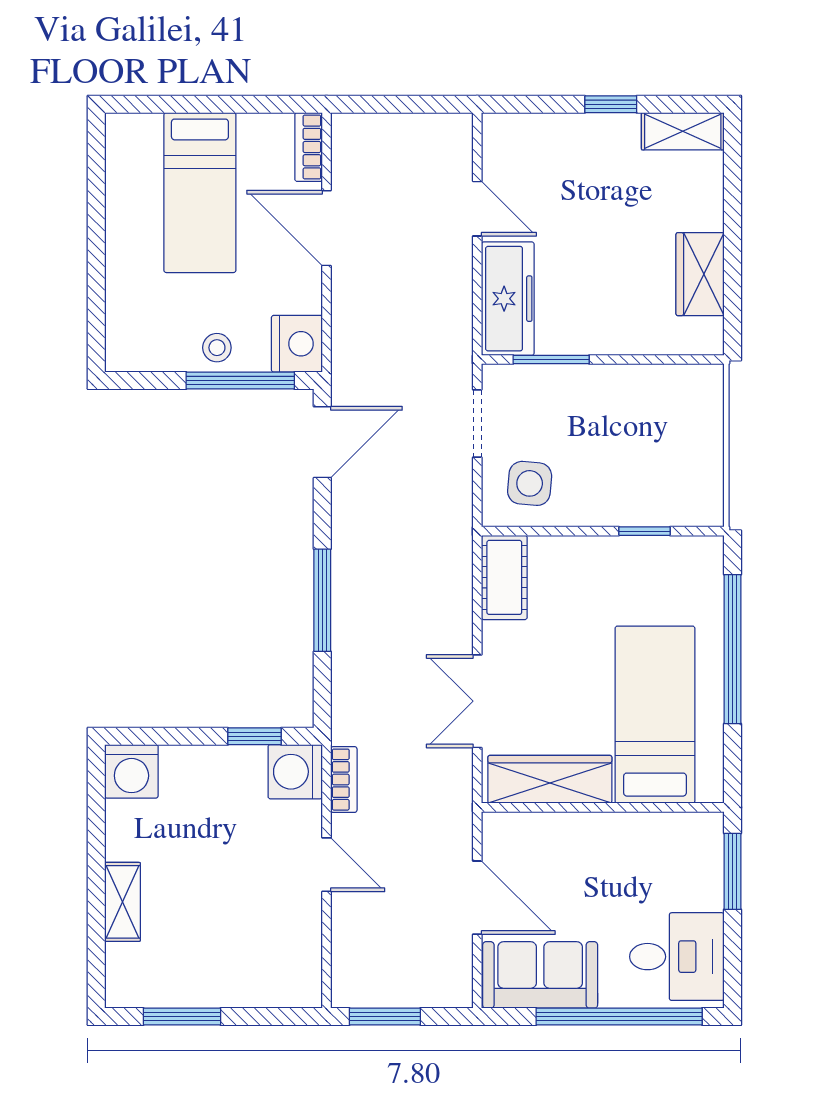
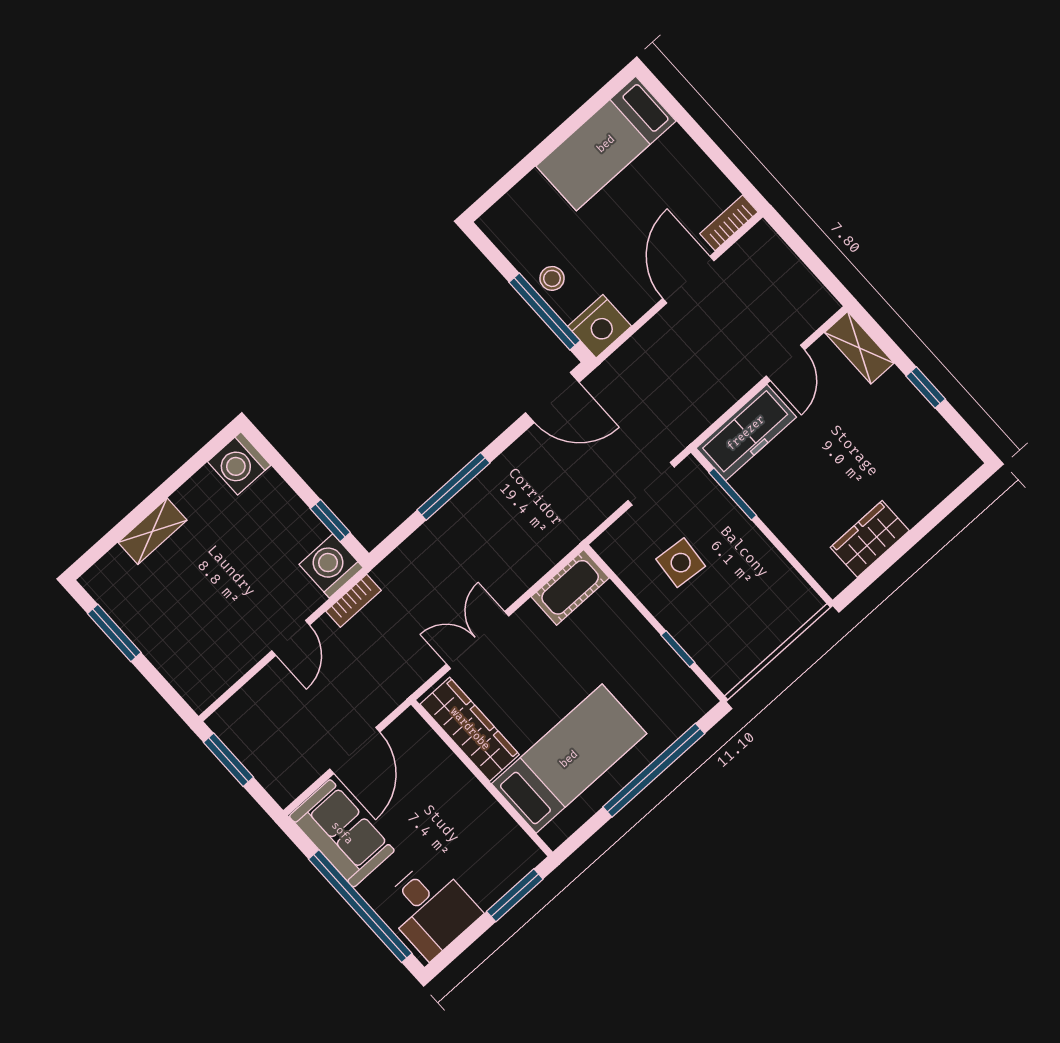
shelving: (683, 131) -> (859, 348), moved
bed: (200, 193) -> (606, 144), moved
side table: (530, 483) -> (681, 563), moved

